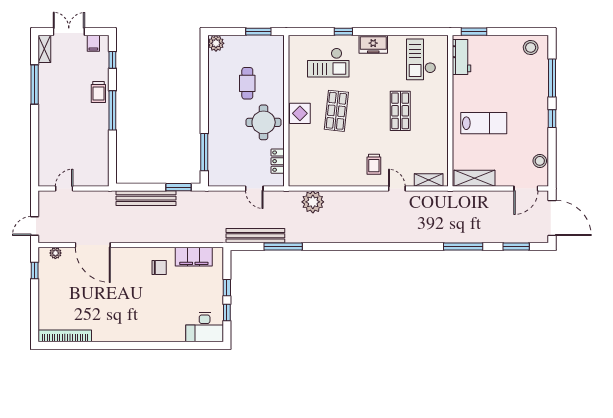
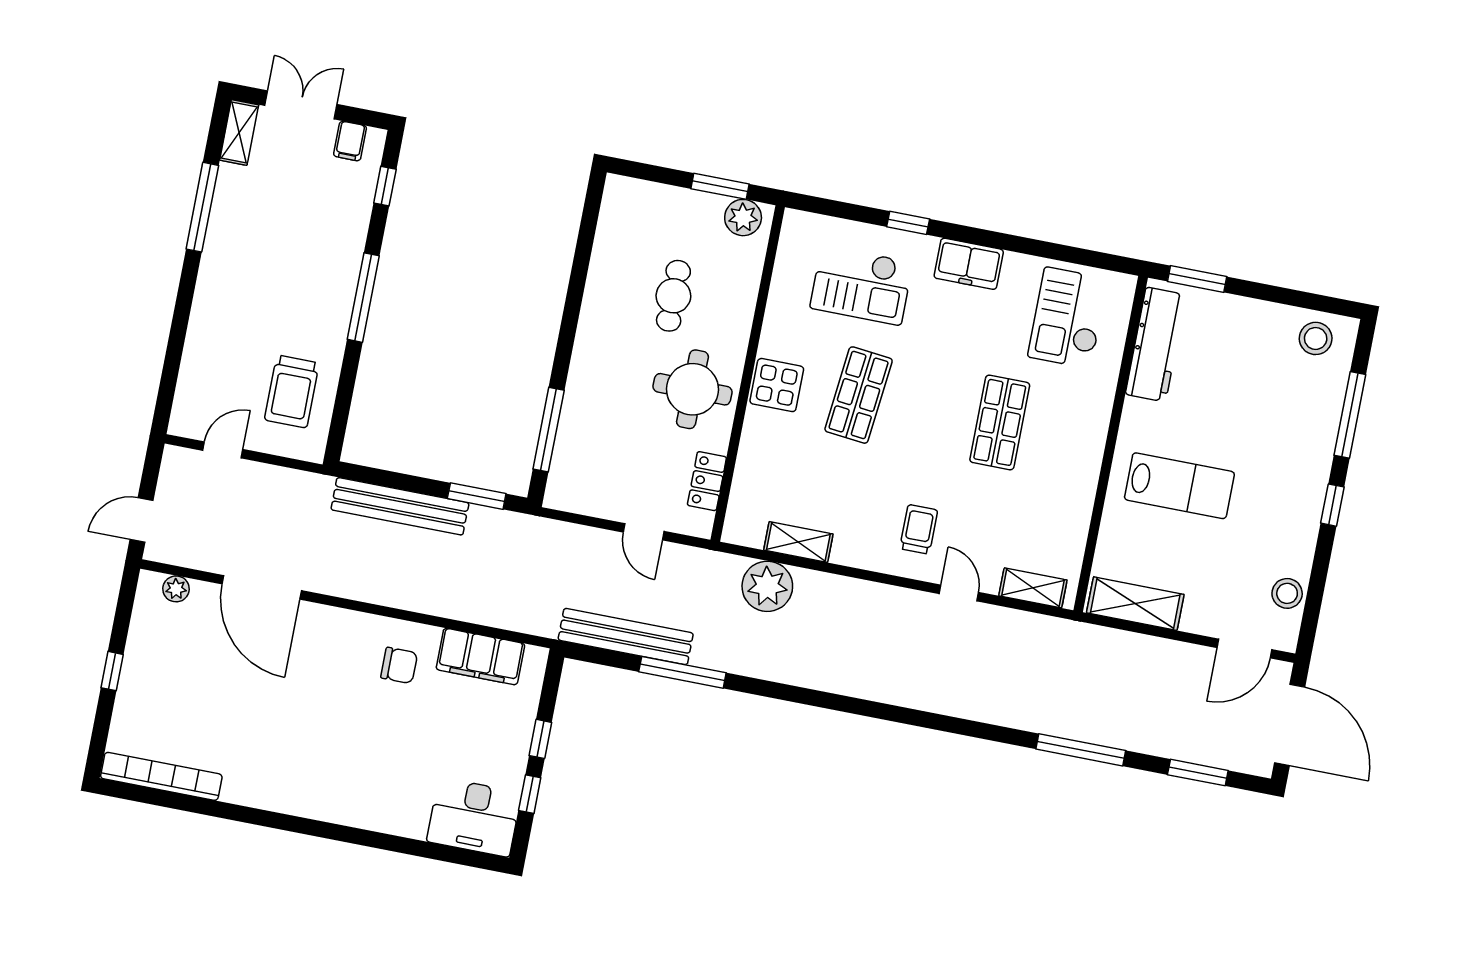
plant: (216, 43) -> (743, 218), moved
workbench: (462, 57) -> (1156, 344), width x1.38
trolley: (98, 92) -> (292, 391), moved, width x1.36, depth x1.39
trolley: (374, 164) -> (919, 529), turned 180
shelving: (323, 180) -> (798, 542), added
window: (35, 270) -> (112, 671), moved

